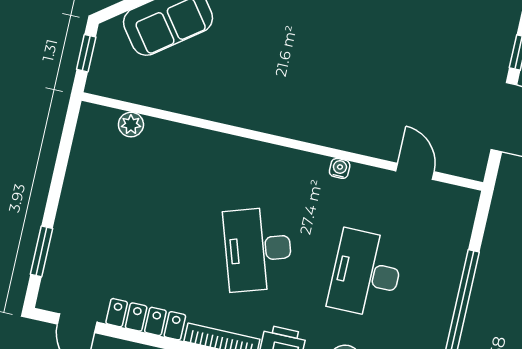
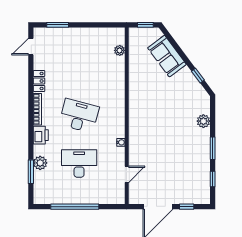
desk: (258, 249) -> (79, 116), turned 33
locker: (146, 319) -> (39, 81), width x0.66

